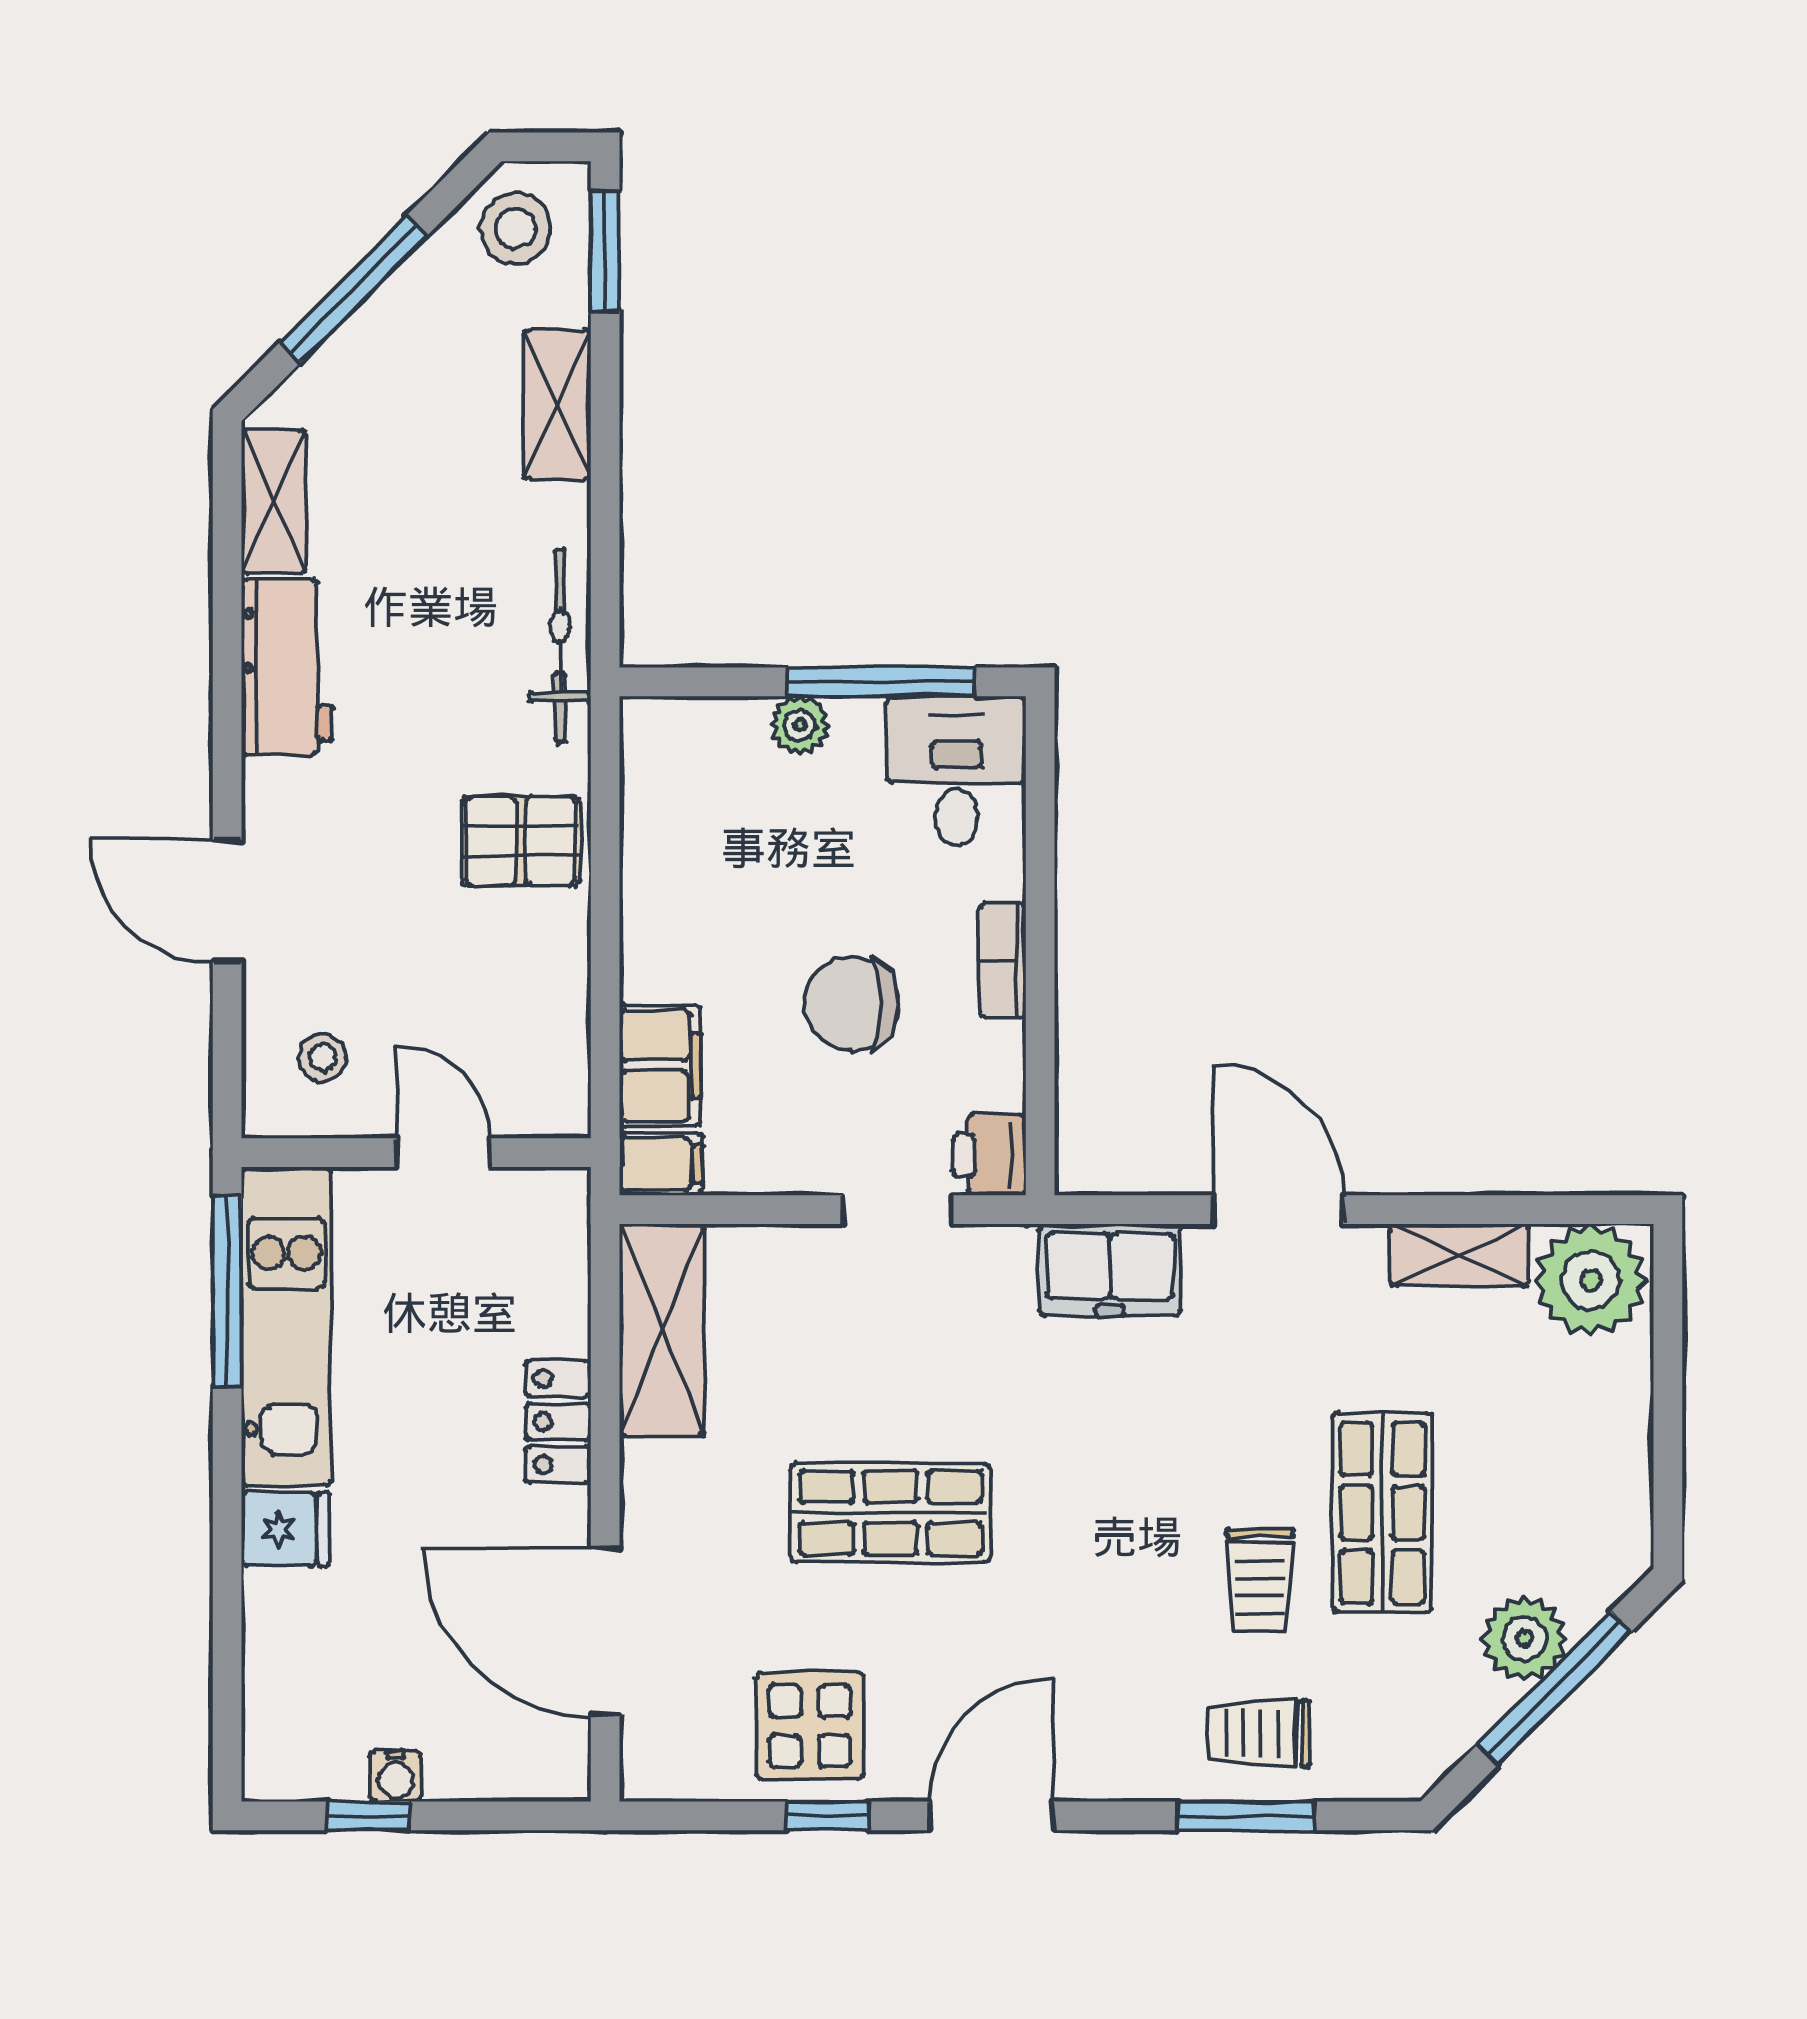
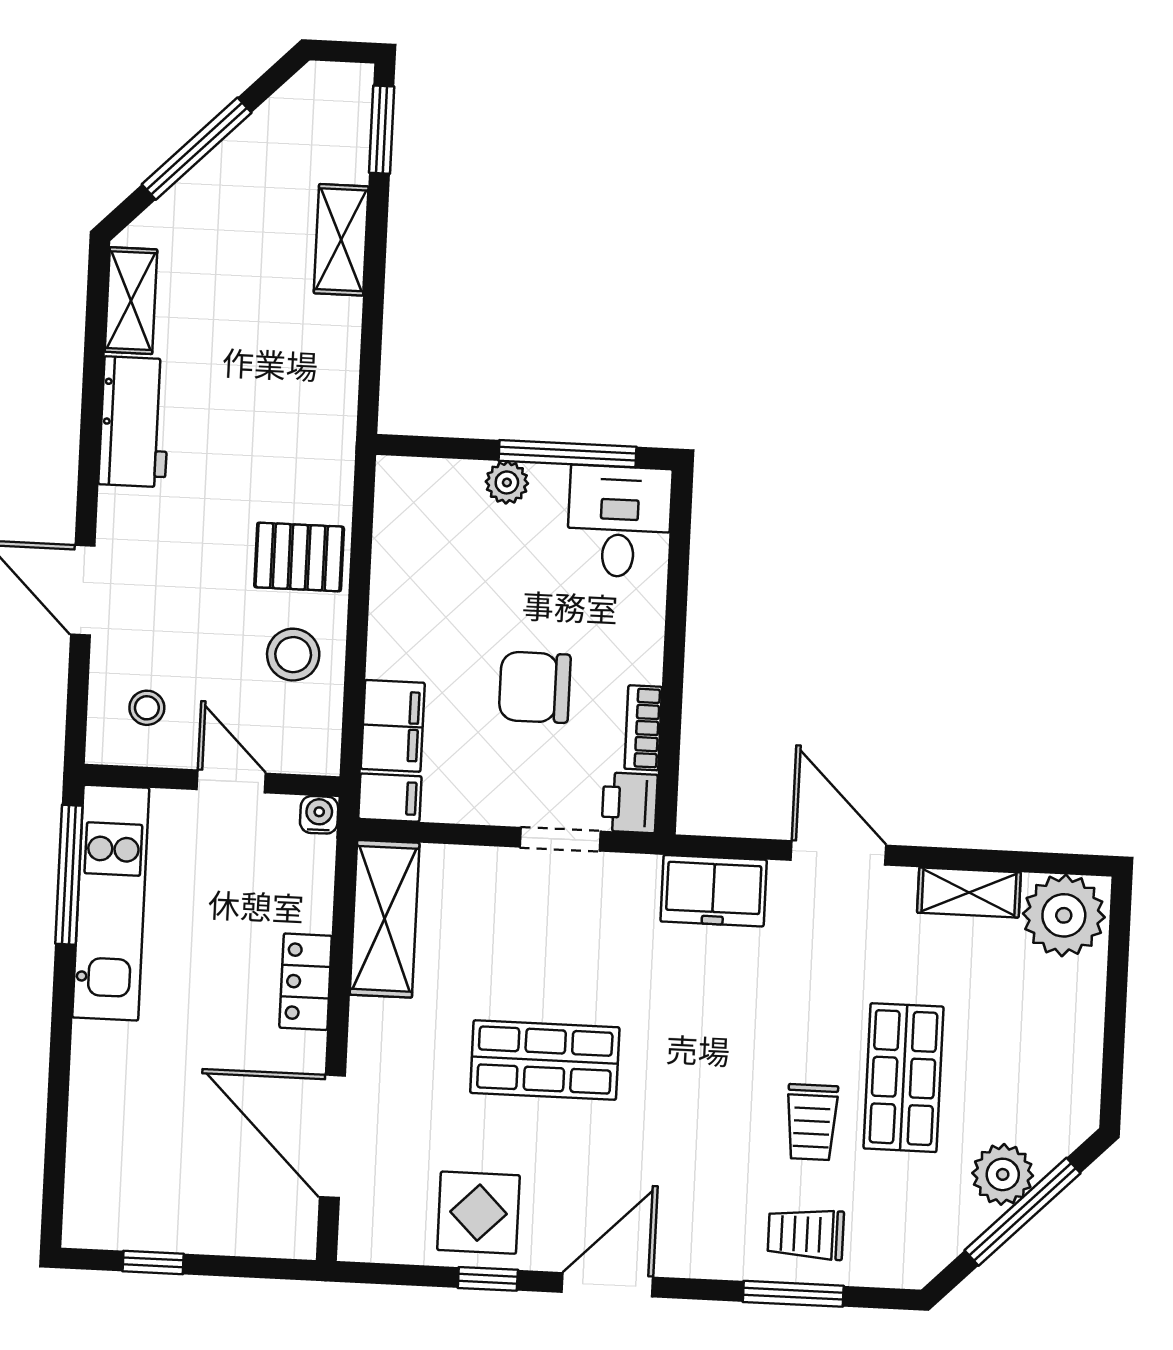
stool: (516, 228) -> (293, 655), moved
bicycle: (560, 646) -> (335, 416), removed
bookcase: (1003, 961) -> (643, 728), moved
fridge: (286, 1529) -> (103, 1050), removed
water cooler: (395, 1776) -> (319, 815), moved, turned 180

